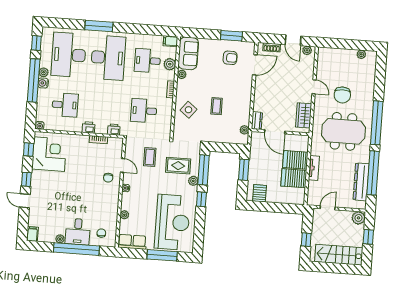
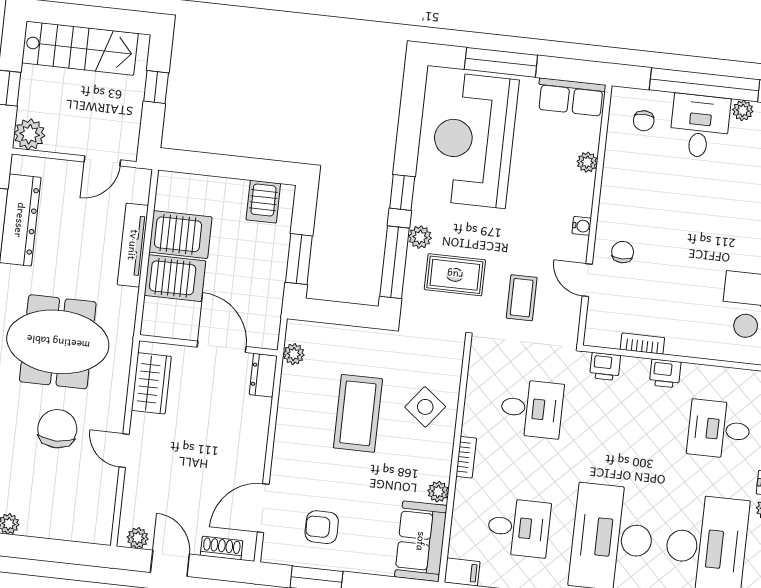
plant: (170, 64) -> (466, 517), removed
coffee table: (217, 106) -> (358, 413), width x1.86, depth x1.72
tv unit: (314, 168) -> (133, 245), width x1.41

